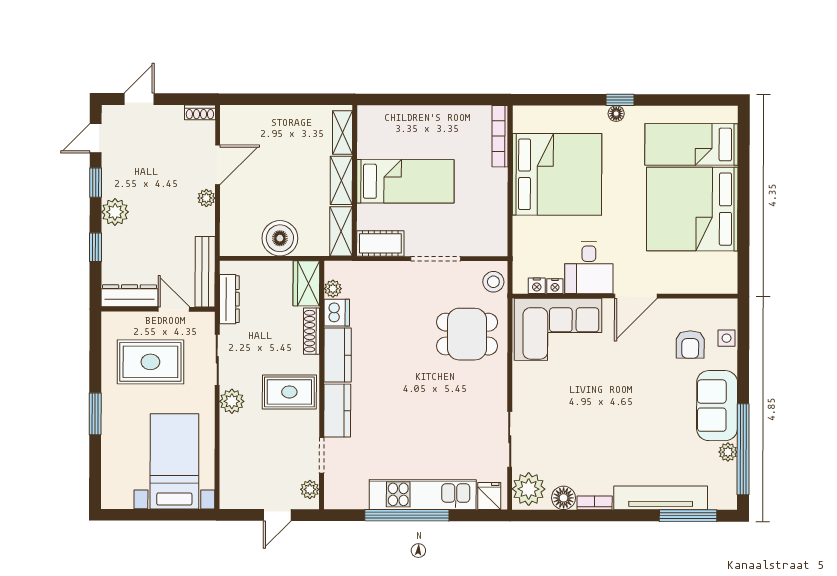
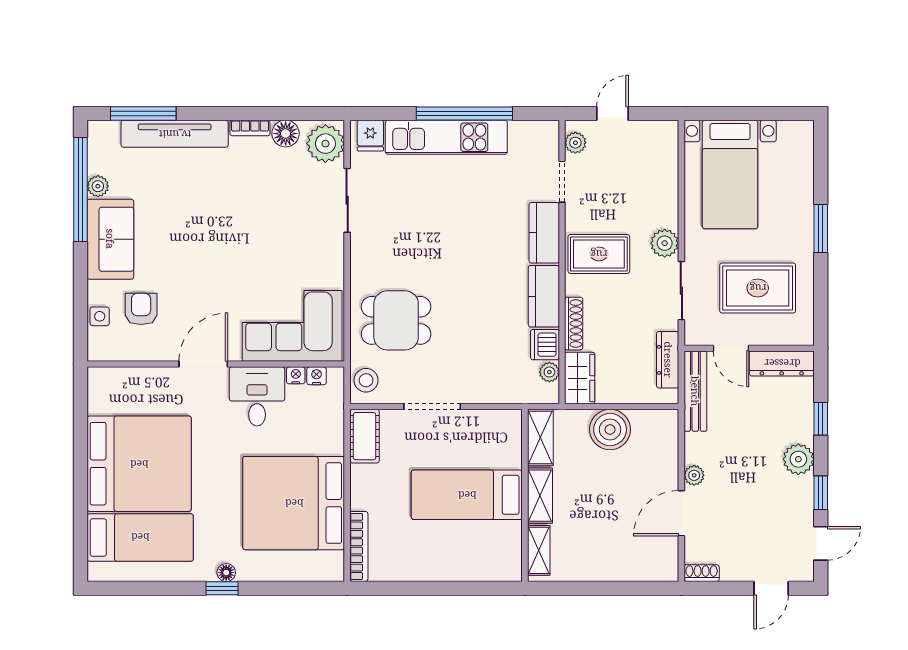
cot: (380, 243) -> (364, 436), moved, turned 90

